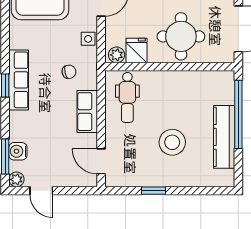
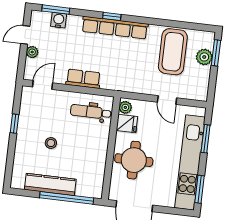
side table: (88, 39) -> (141, 86), removed
chair: (69, 72) -> (117, 68), removed
row of seats: (19, 80) -> (115, 28), width x1.36
stool: (172, 142) -> (51, 143), width x0.53, depth x0.53
plant: (16, 179) -> (32, 52), moved

